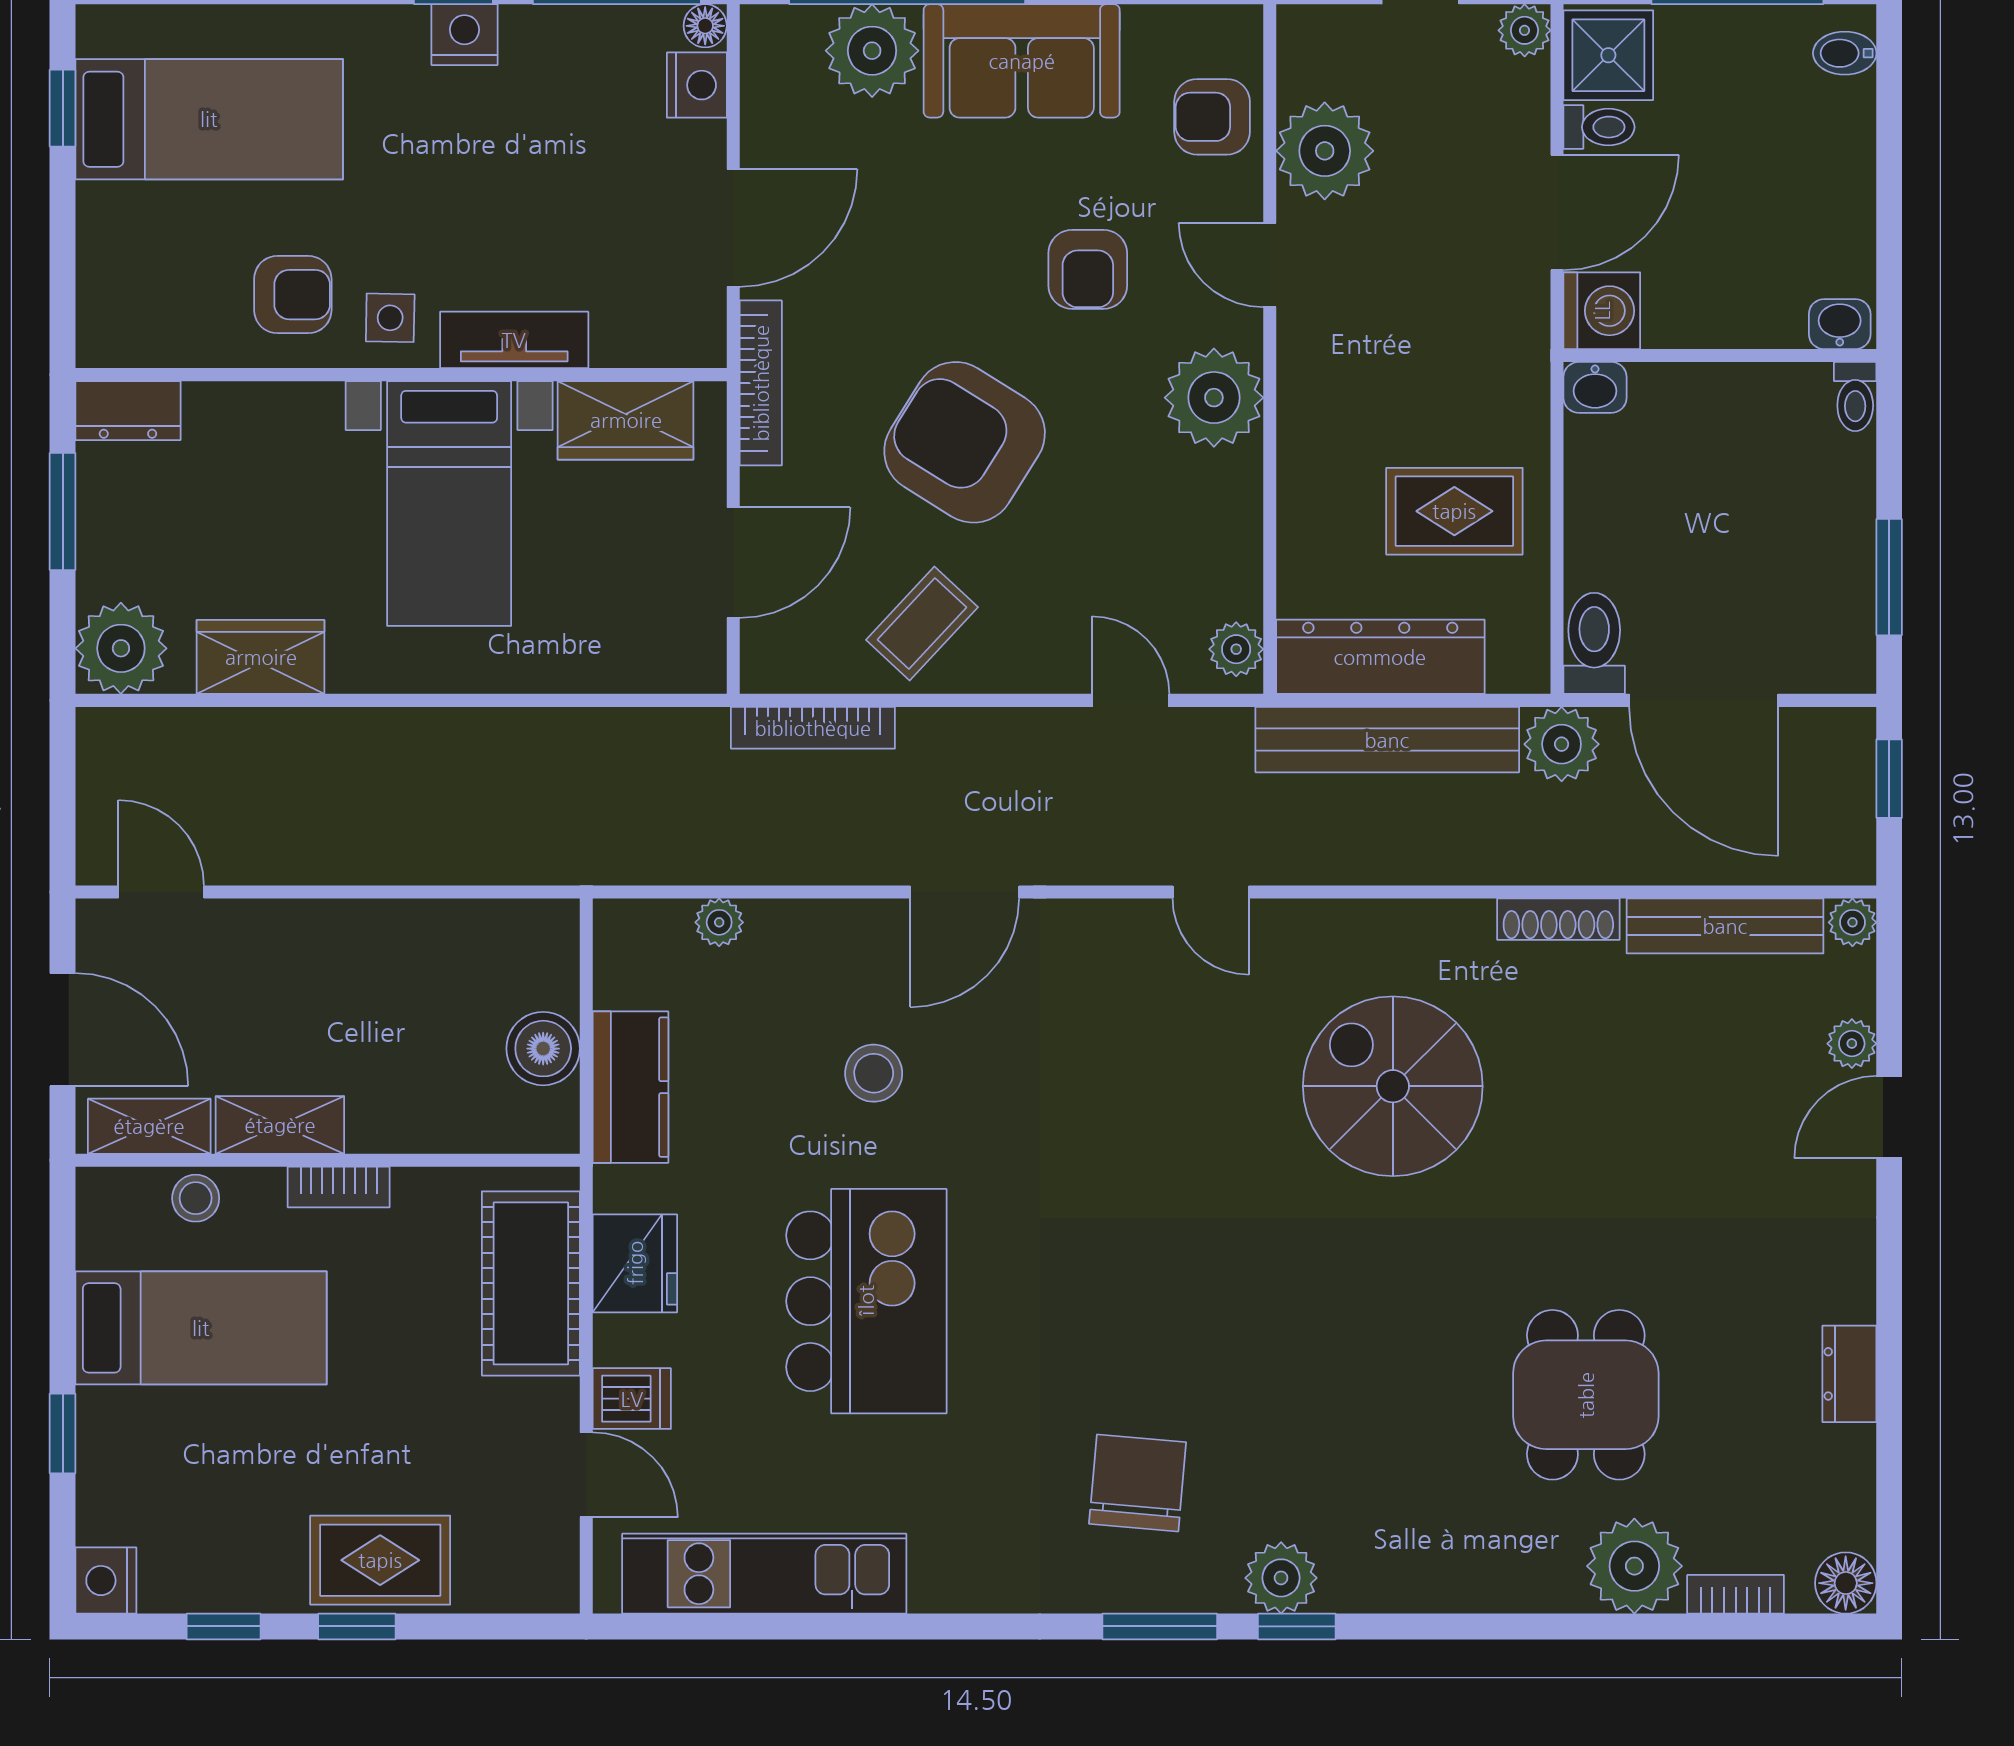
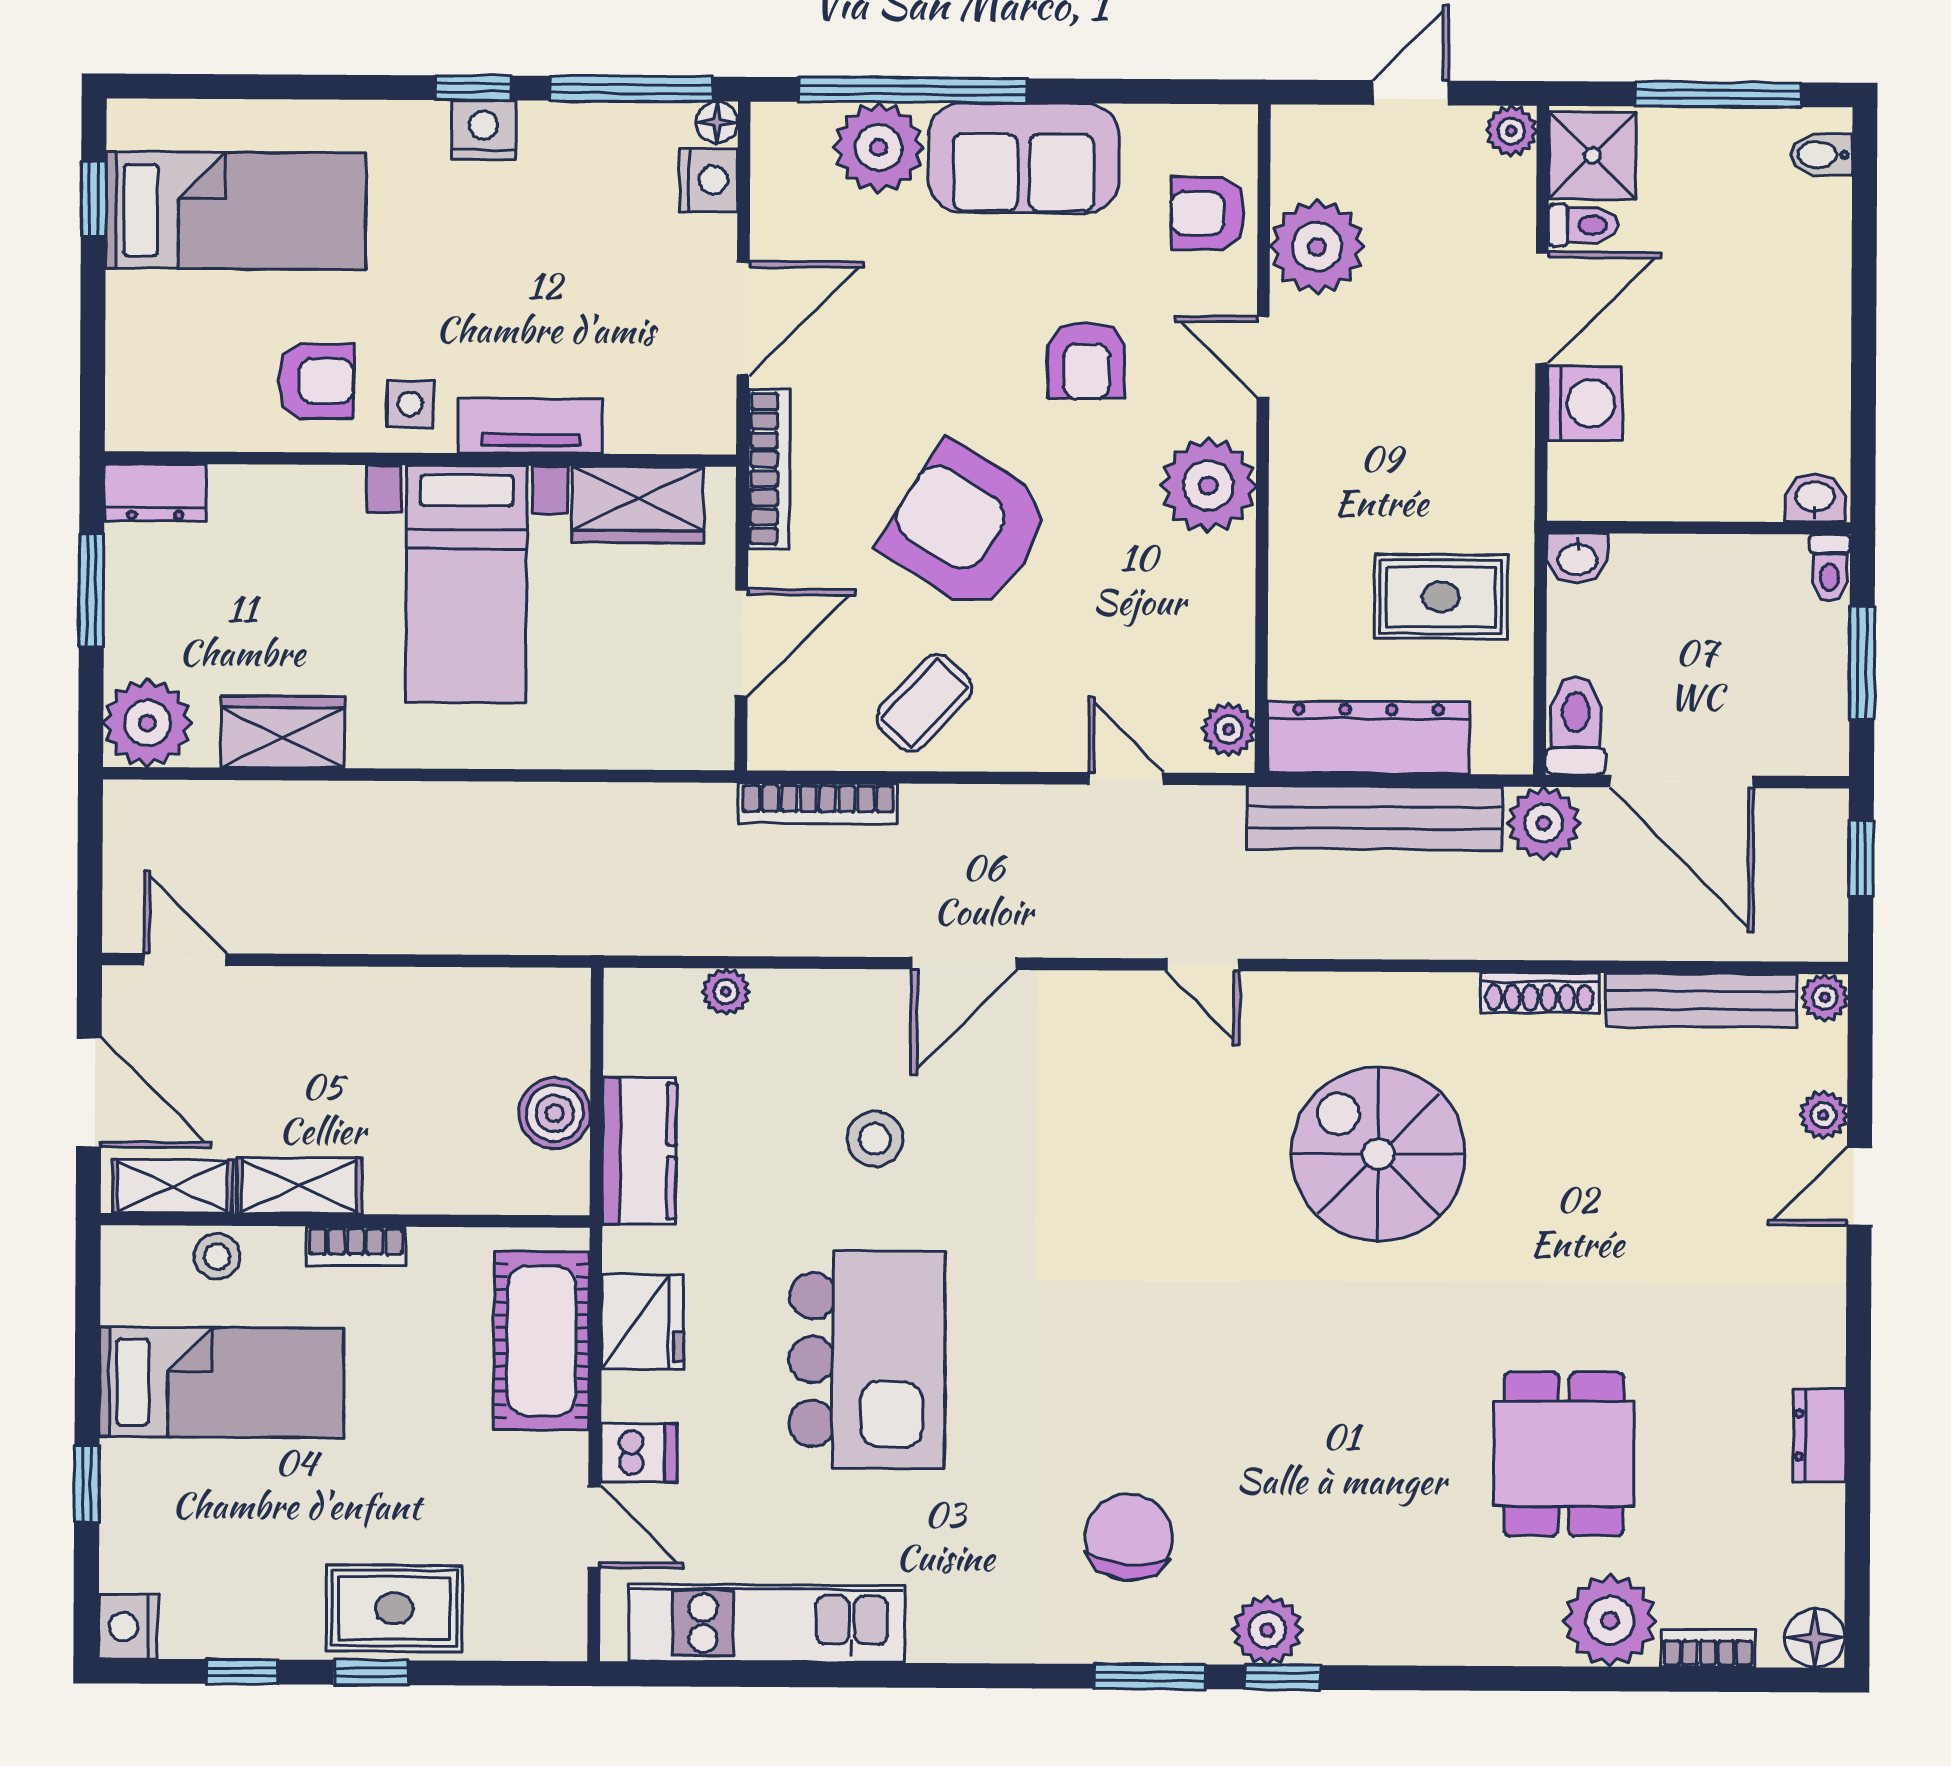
washbasin: (1840, 324) -> (1815, 498), moved
wall: (1720, 355) -> (1699, 528), moved
washbasin: (1595, 387) -> (1577, 558), moved
toilet: (1855, 396) -> (1830, 568), moved

